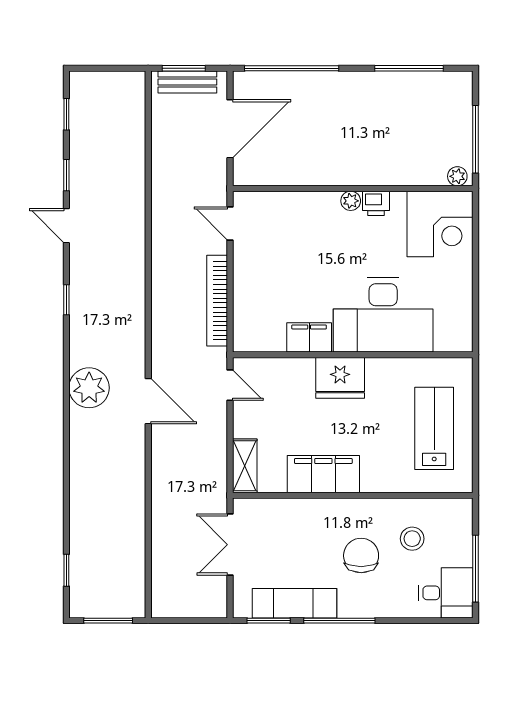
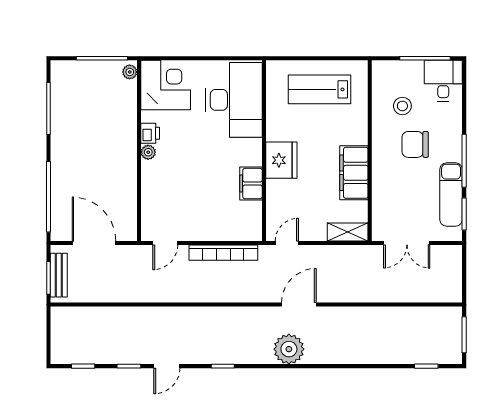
desk: (383, 315) -> (234, 100), moved

